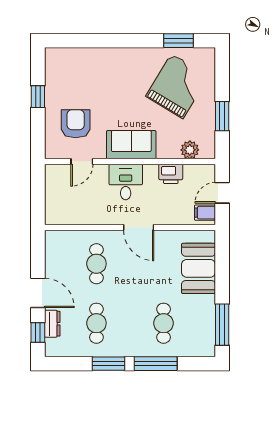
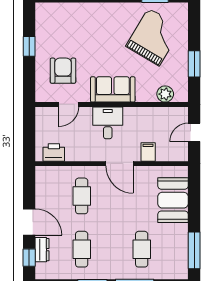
printer: (171, 174) -> (54, 152), moved, turned 180
filing cabinet: (205, 213) -> (148, 152), moved, turned 90

